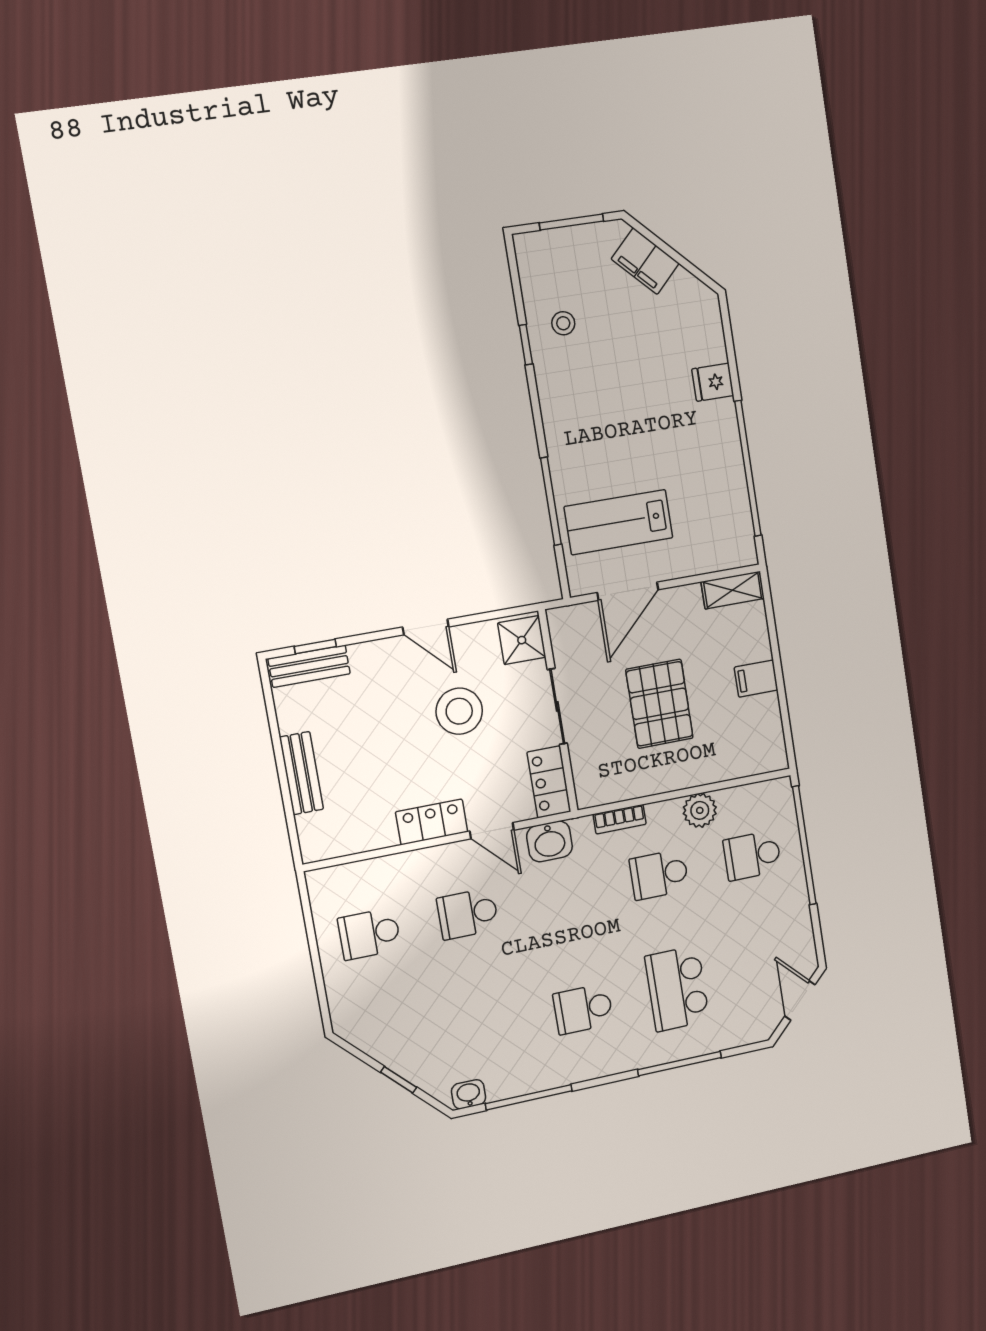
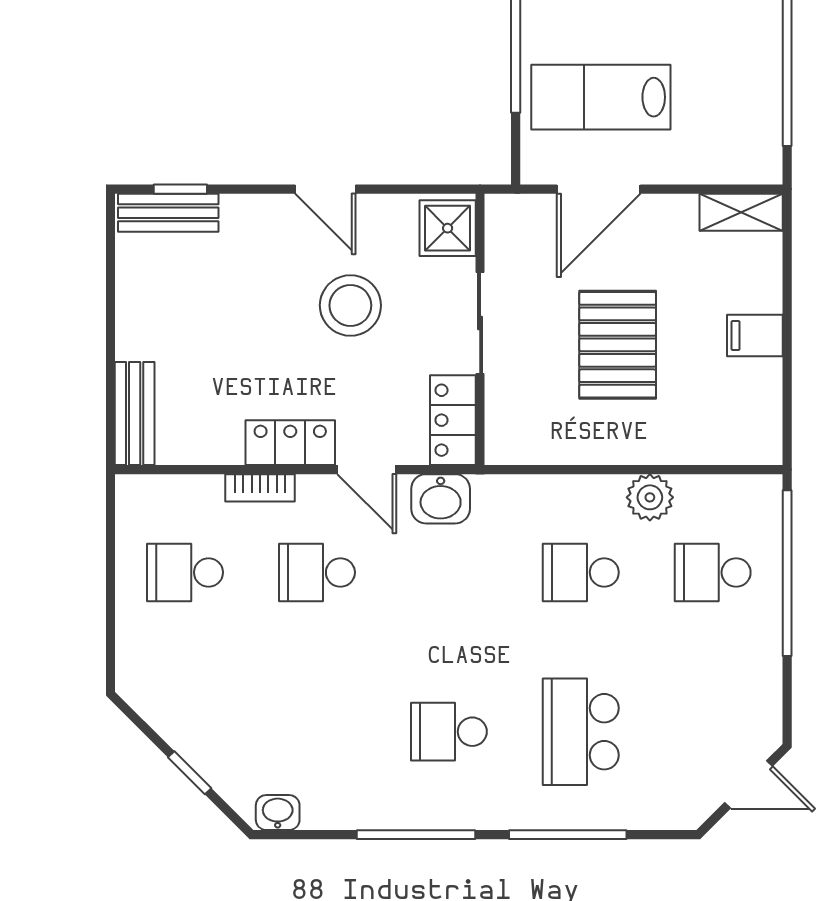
bench: (301, 773) -> (135, 413), moved
bookcase: (620, 819) -> (260, 488), moved
door: (800, 1000) -> (749, 784), swing flipped
window: (529, 1097) -> (416, 835), moved

